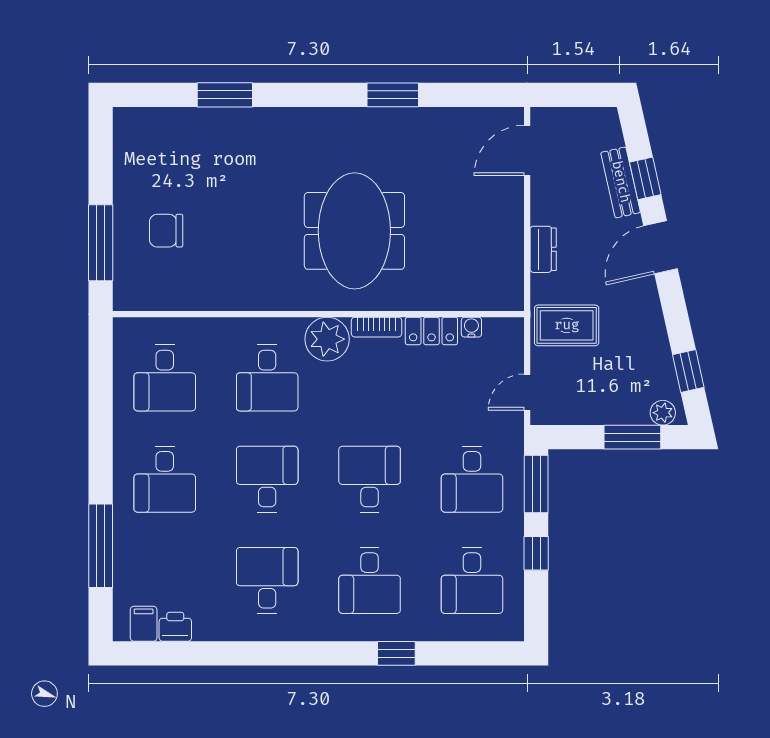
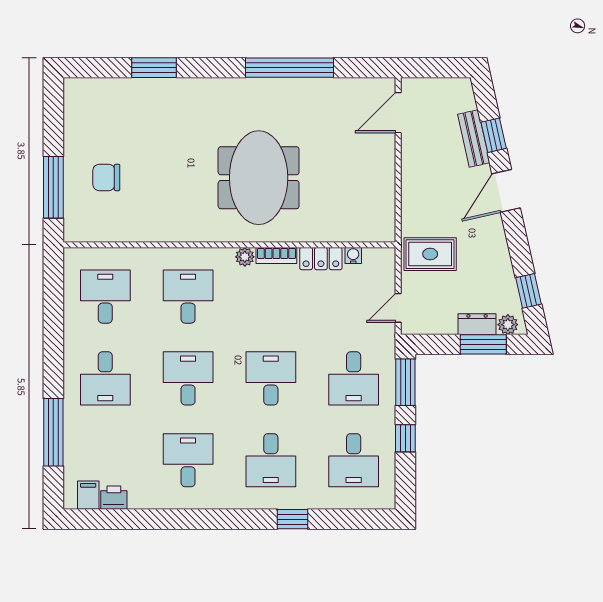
window: (393, 95) -> (290, 68), width x2.11
dresser: (543, 249) -> (477, 324), moved, turned -90
plant: (327, 339) -> (245, 257), width x0.53, depth x0.53
desk: (165, 378) -> (105, 297), turned 180
desk: (267, 378) -> (188, 297), turned 180

